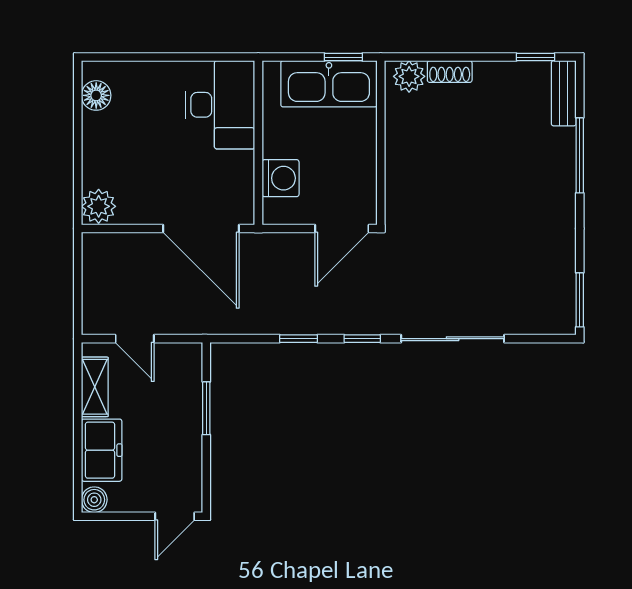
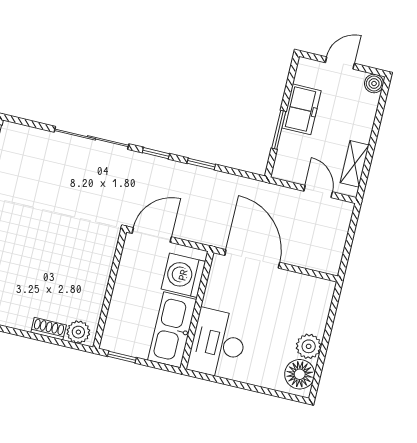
kitchen sink: (329, 84) -> (172, 330), moved, turned -90
floor lamp: (96, 95) -> (300, 374), width x1.38, depth x1.38
washing machine: (281, 178) -> (183, 275), width x1.37, depth x1.37
plant: (99, 206) -> (309, 346), moved
freezer: (102, 450) -> (302, 109), moved, turned 180
door: (175, 516) -> (340, 63), moved

